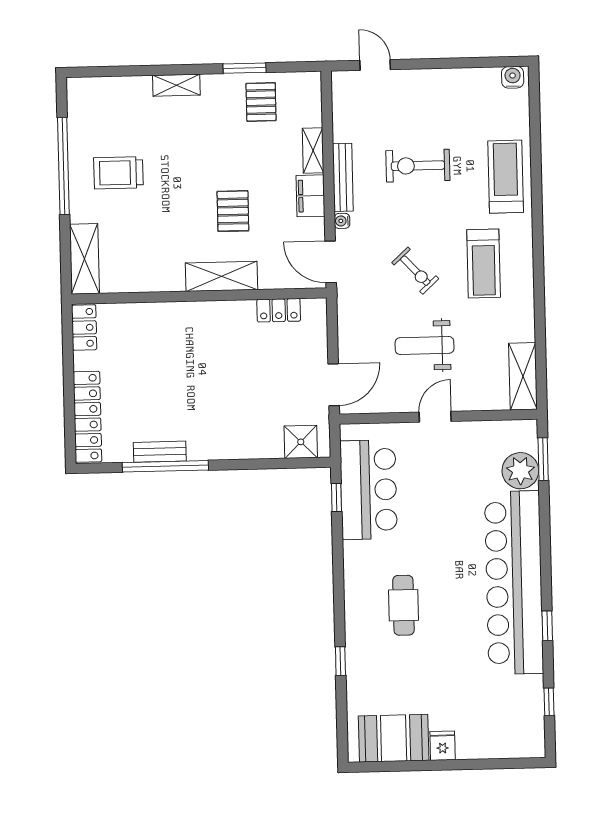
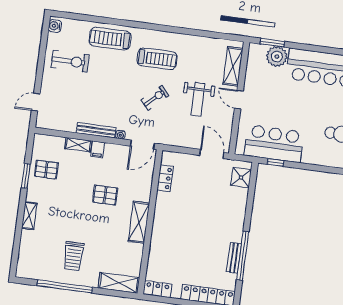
exercise bike: (418, 166) -> (70, 61), moved, turned -90
filing cabinet: (310, 196) -> (98, 149), width x0.50
shelving: (222, 276) -> (139, 222), moved
shelving: (523, 376) -> (233, 66), moved, turned 90

